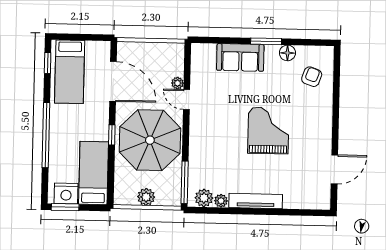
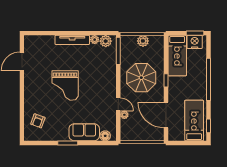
floor lamp: (287, 53) -> (105, 136), moved
parasol: (150, 140) -> (141, 78), width x0.73, depth x0.73

